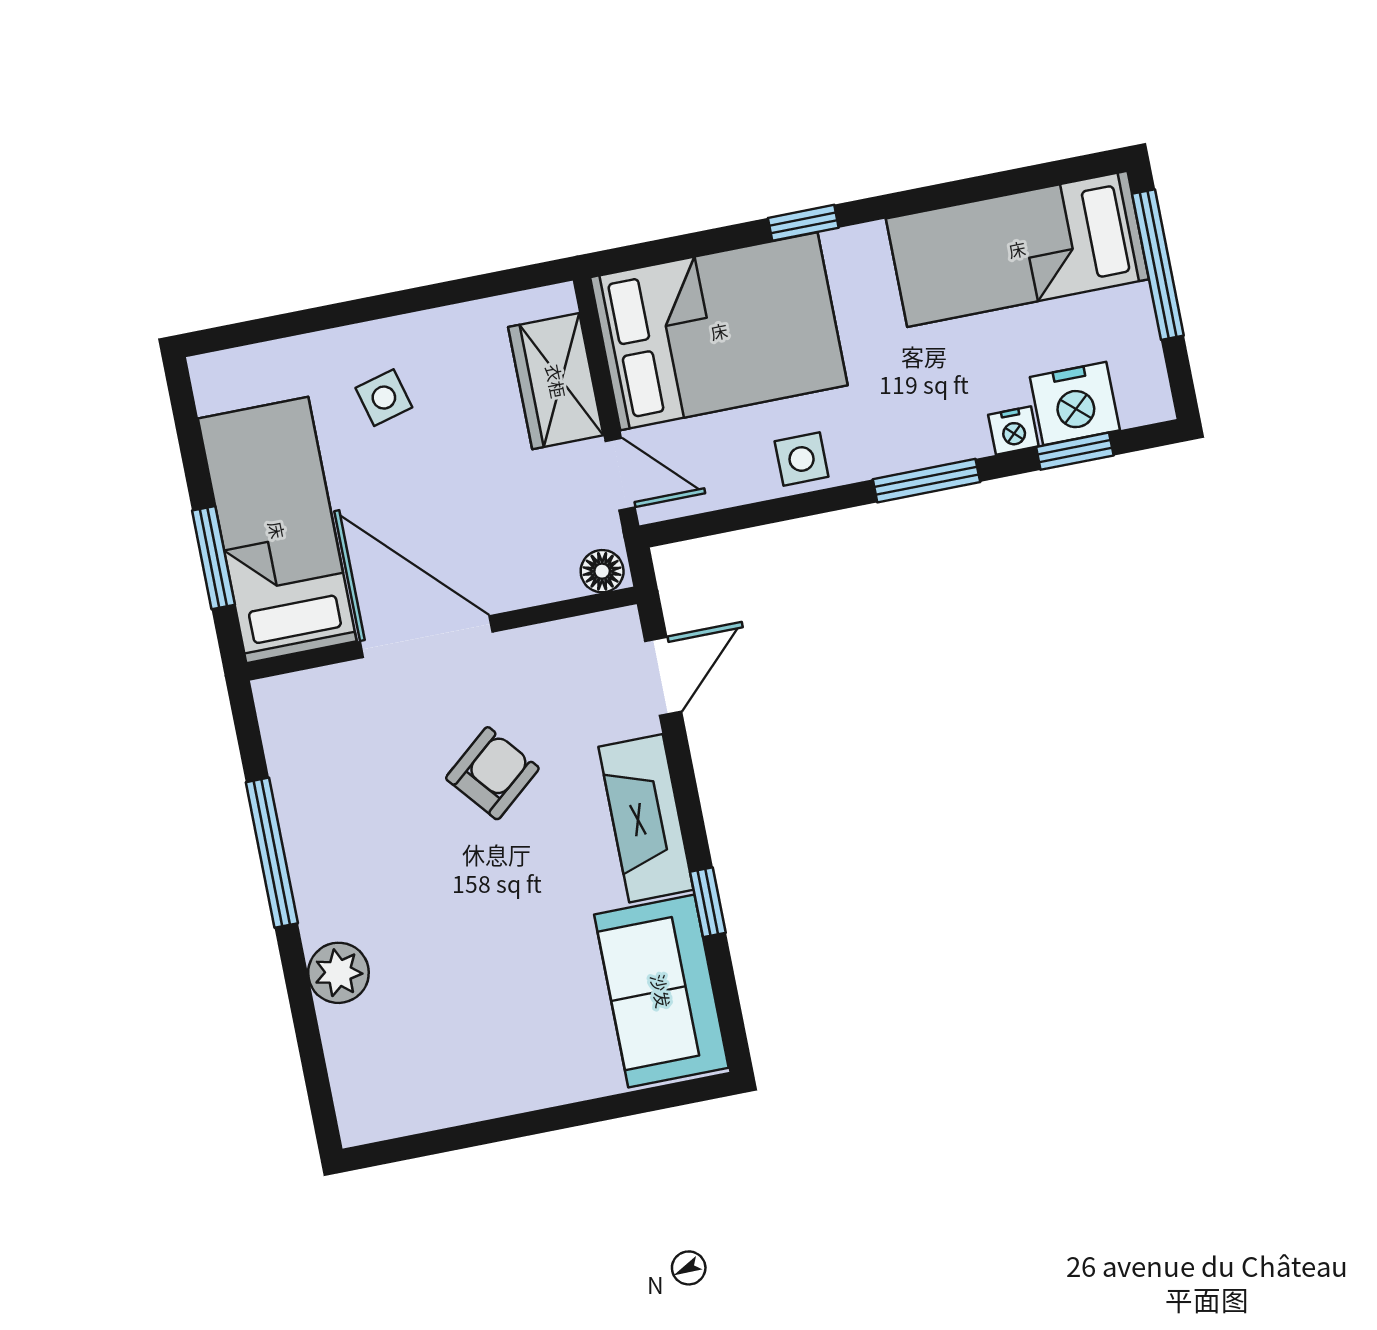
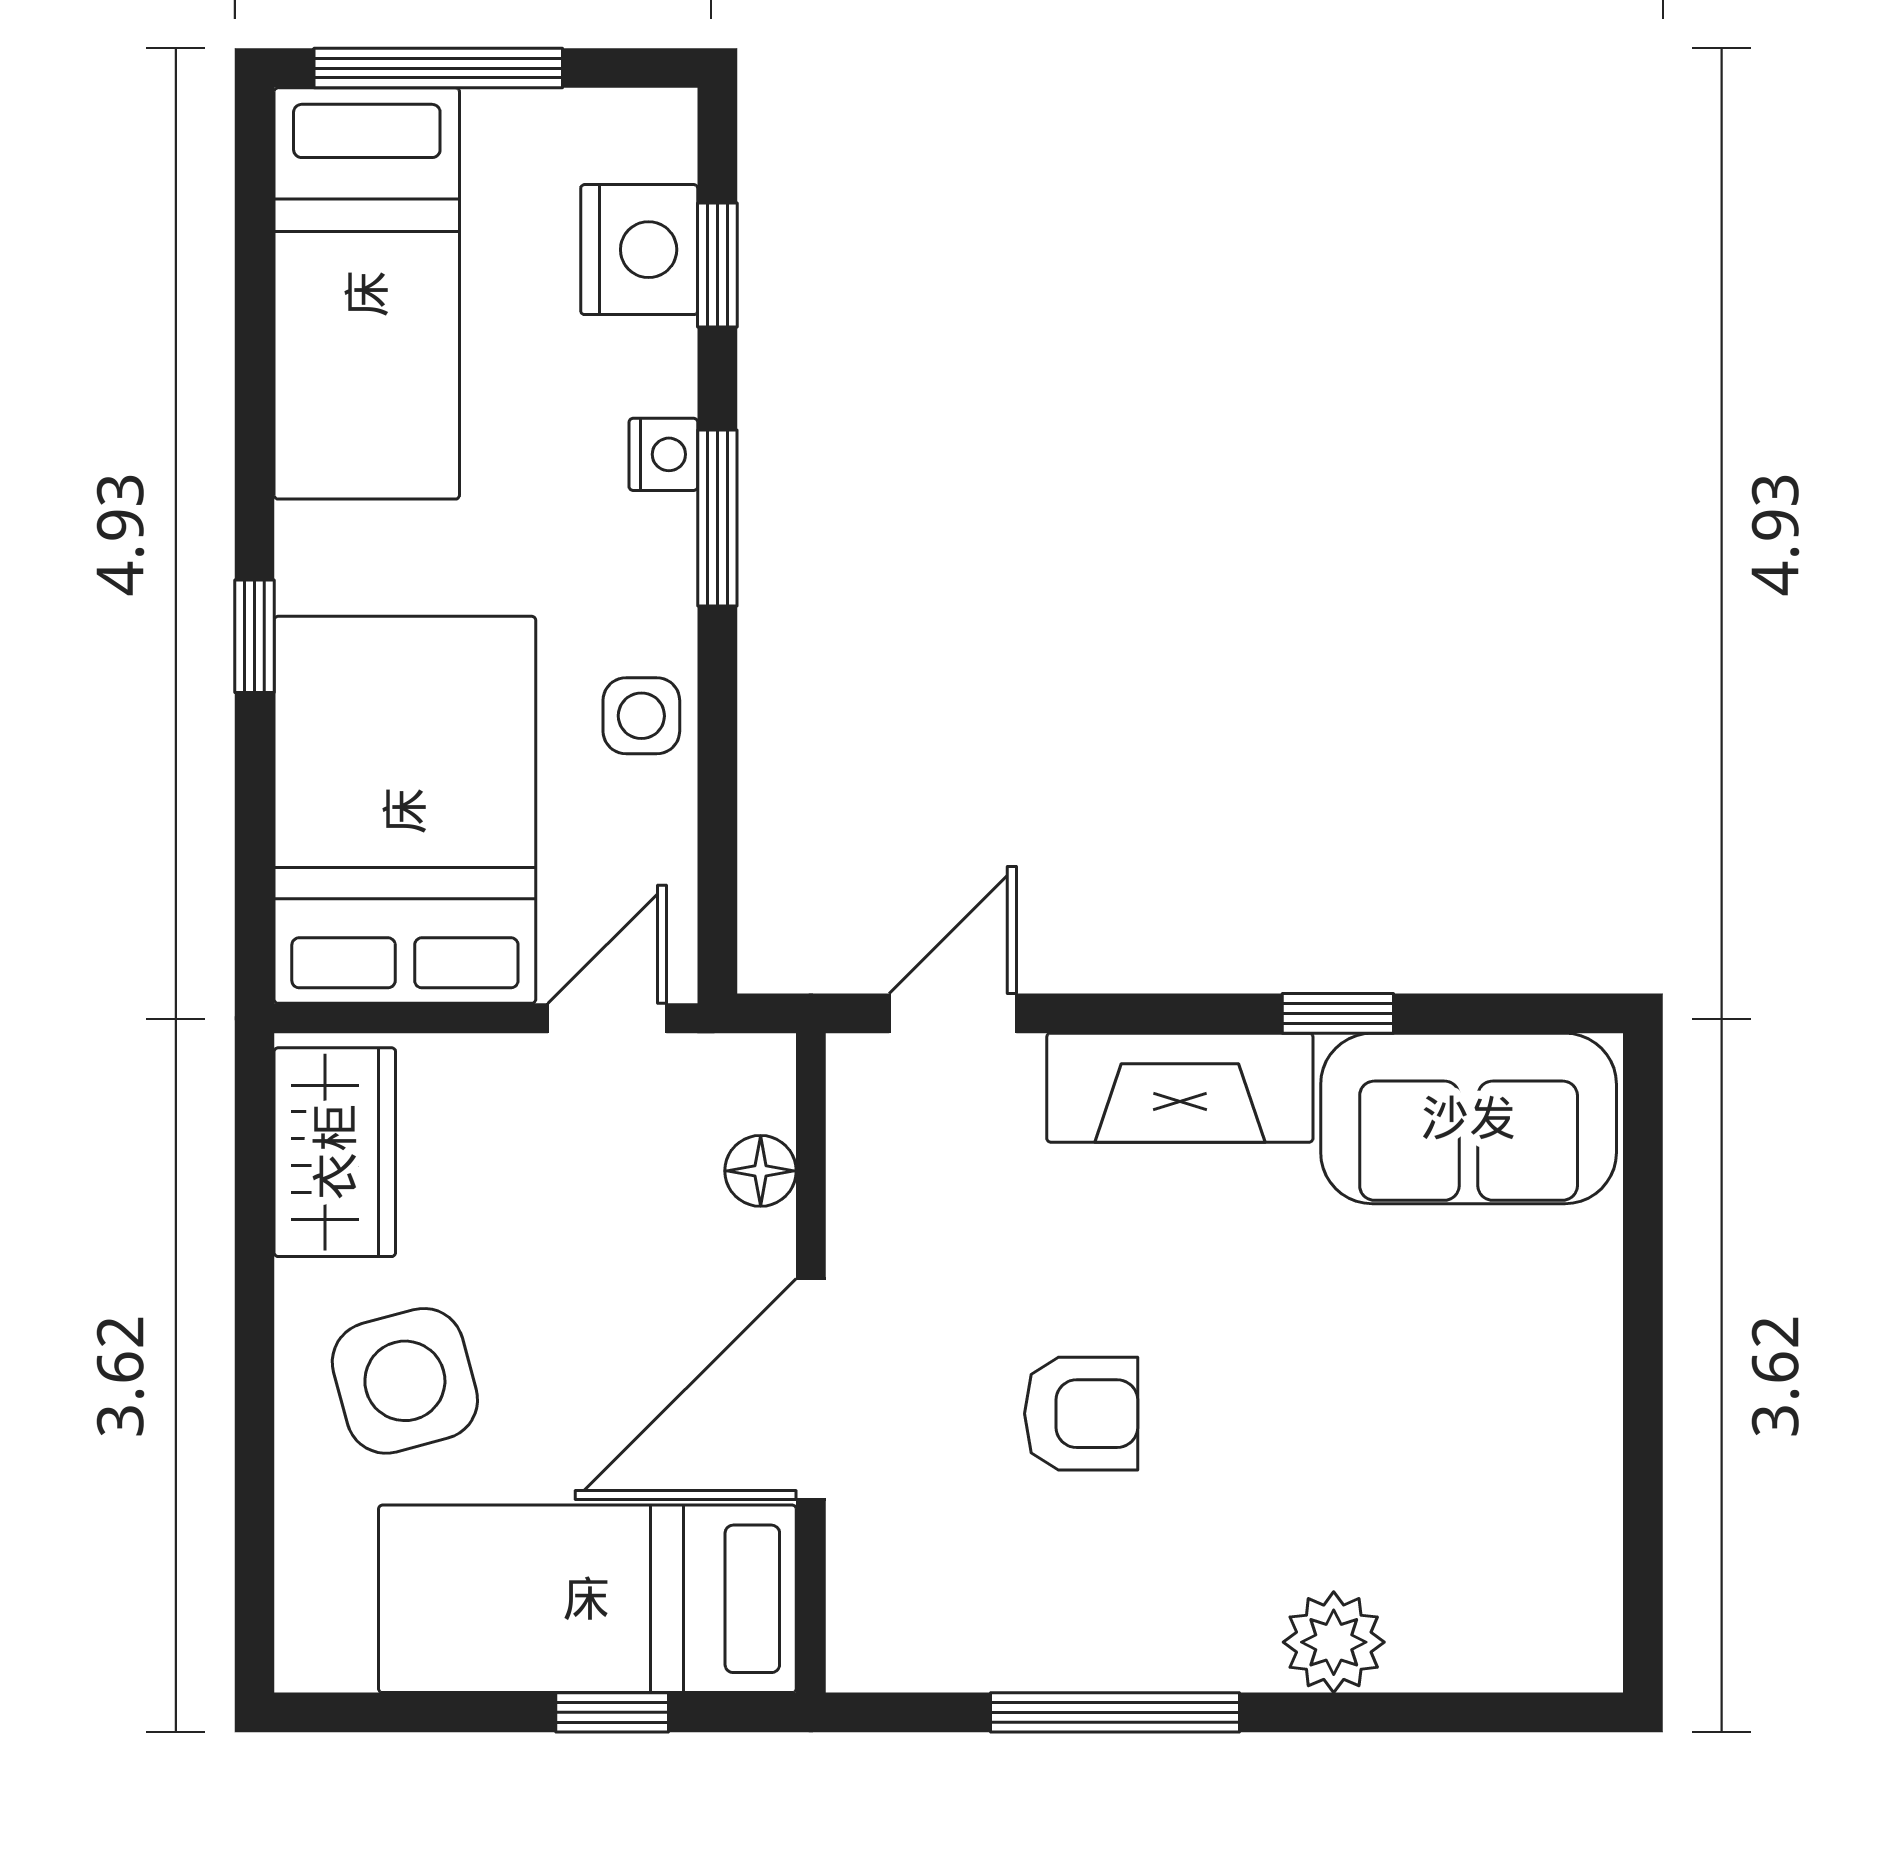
wardrobe: (556, 381) -> (335, 1152), moved, turned -90
side table: (384, 398) -> (405, 1381), width x1.87, depth x1.87
nightstand: (1013, 430) -> (663, 454), moved
window: (213, 558) -> (612, 1712), width x0.67
floor lamp: (602, 571) -> (761, 1171), moved
door: (663, 676) -> (953, 1013), hinge flipped
armchair: (492, 773) -> (1081, 1414), moved, turned 130

